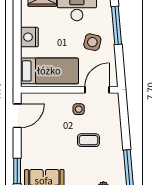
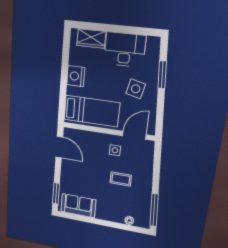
window: (116, 25) -> (162, 75), width x0.69
door: (17, 116) -> (59, 147), hinge flipped

